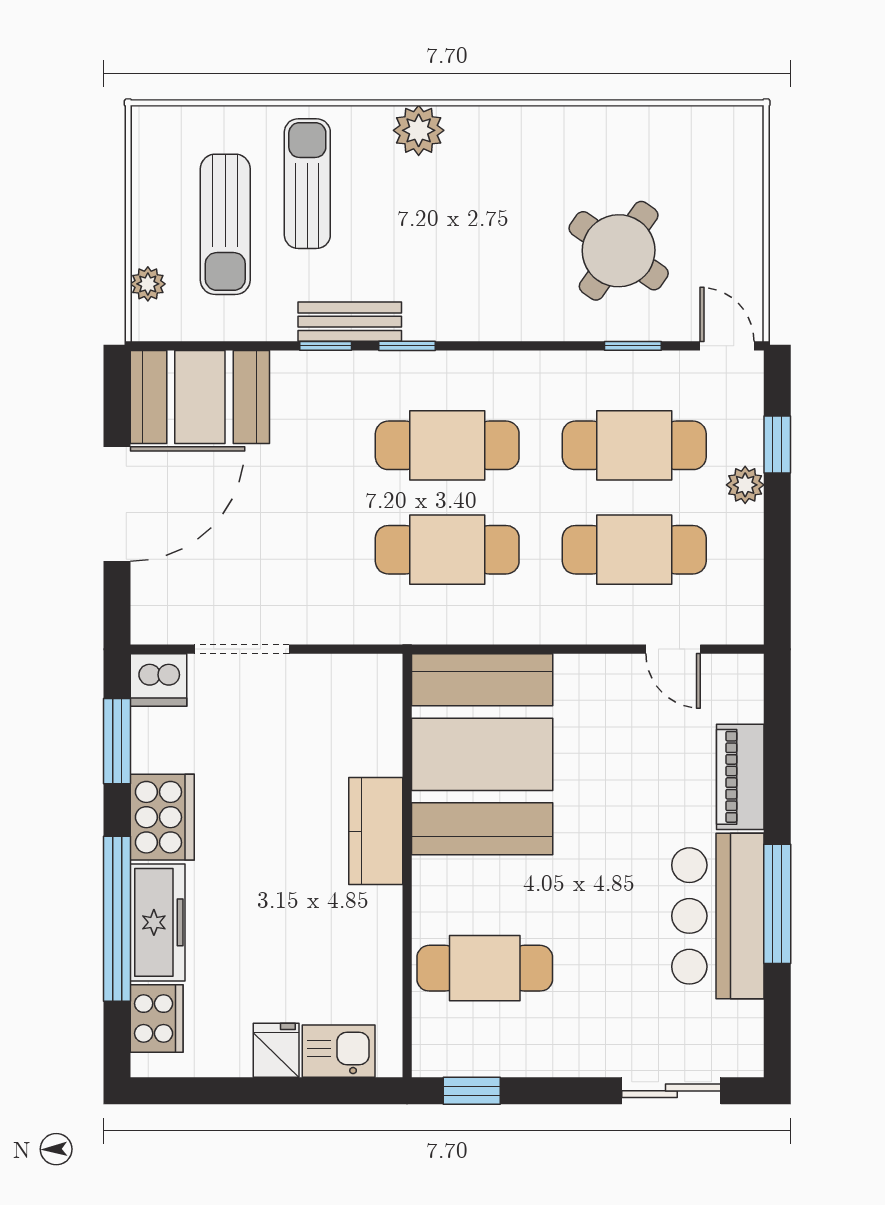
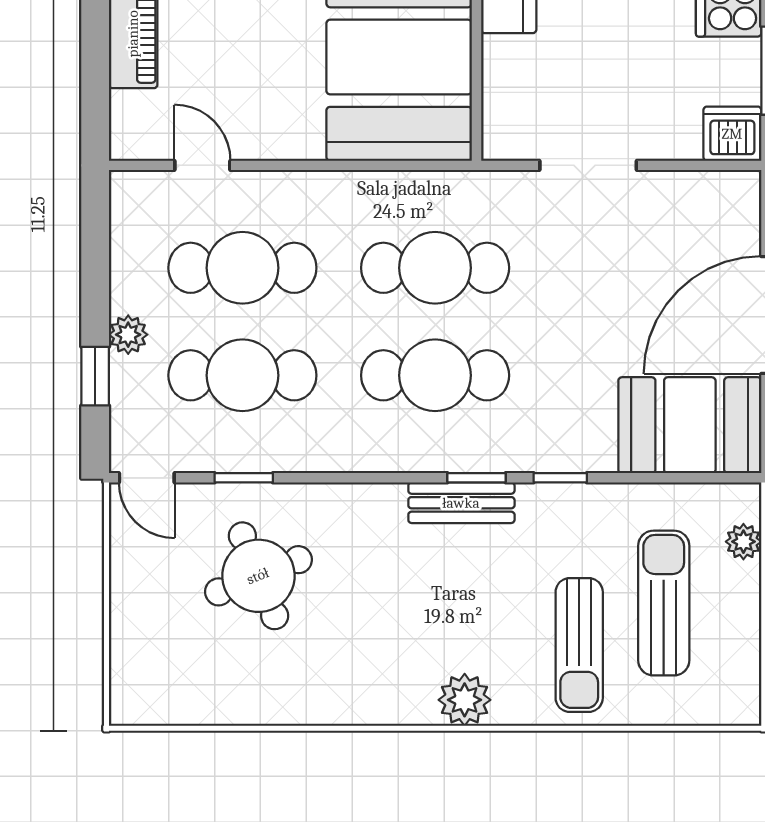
round table: (619, 251) -> (258, 576), turned 33
bench: (350, 322) -> (461, 503), moved
doorway: (242, 649) -> (588, 165), moved

